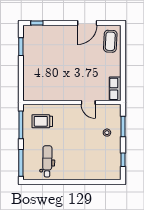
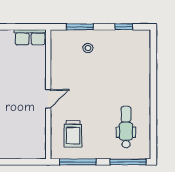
door: (88, 103) -> (48, 99), moved
dental chair: (47, 161) -> (126, 127), turned 89

